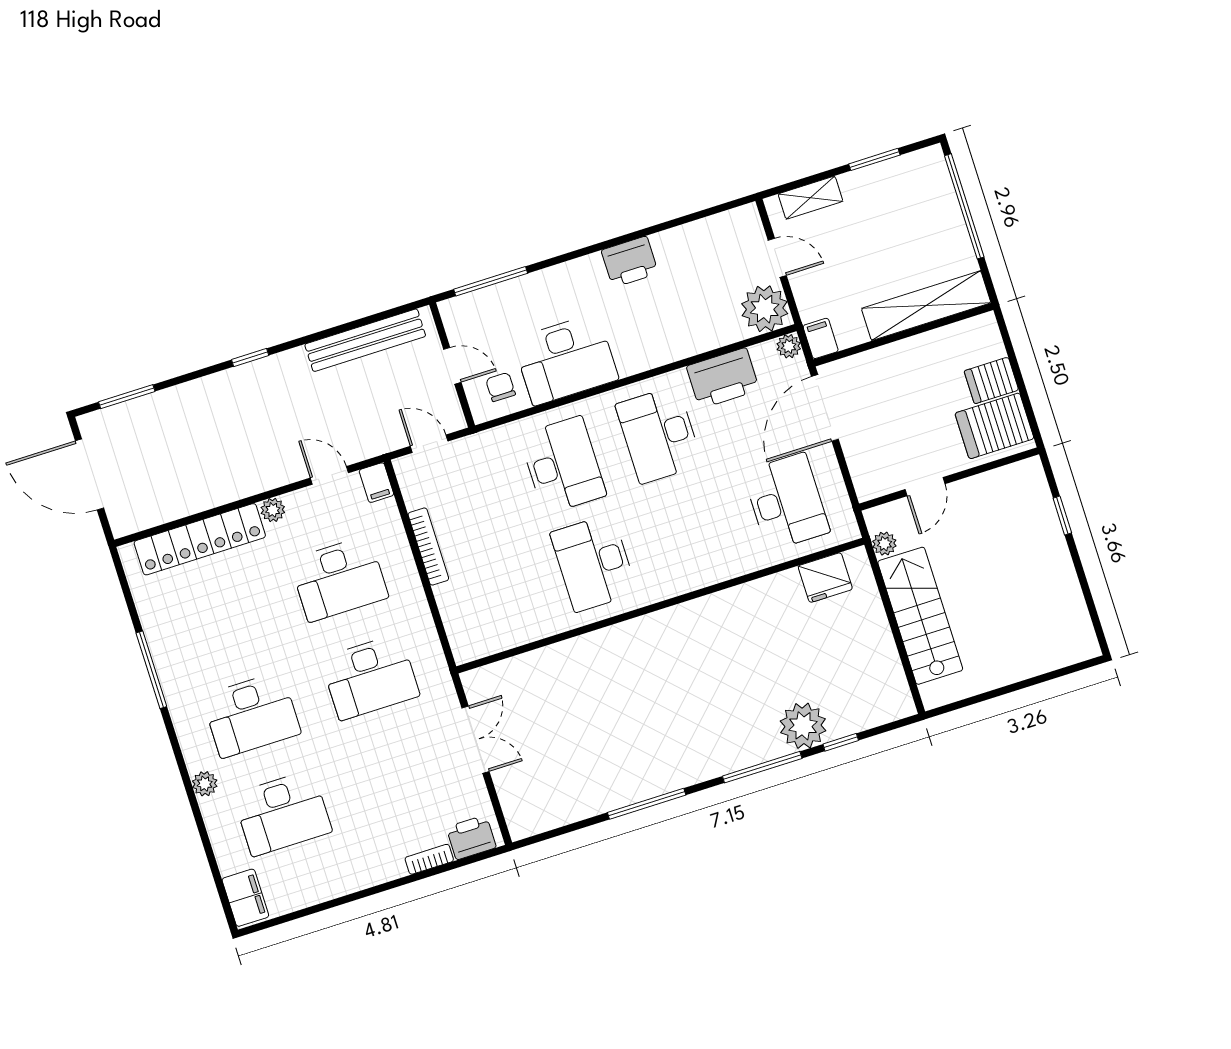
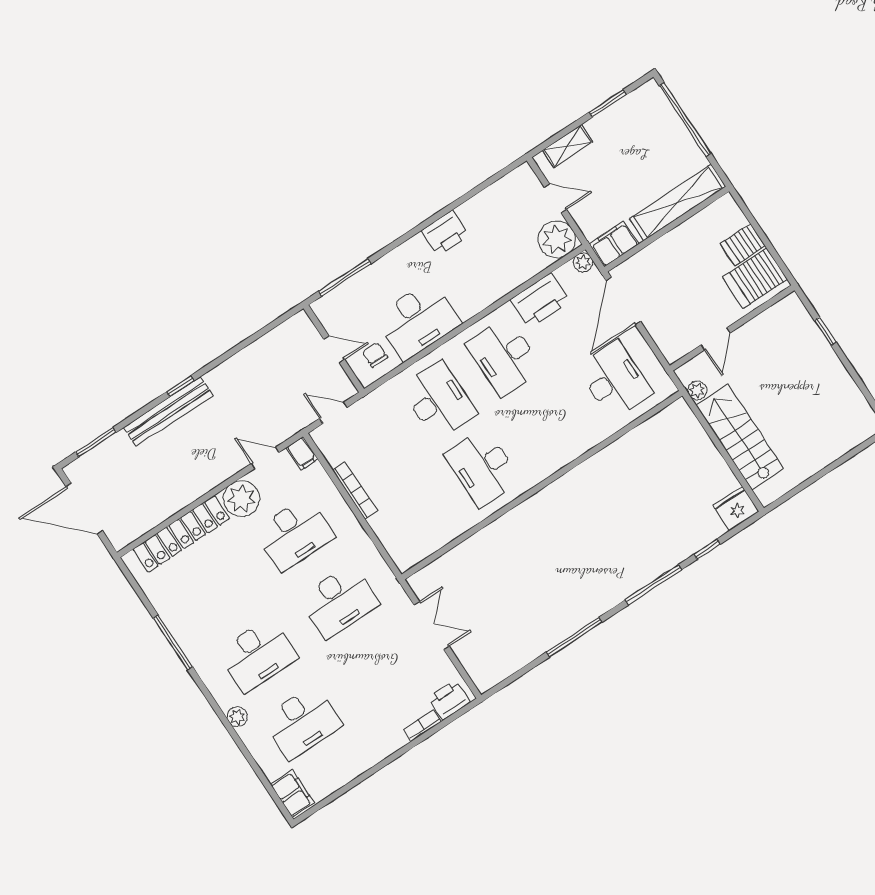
filing cabinet: (821, 338) -> (614, 244), width x2.00
bench: (365, 340) -> (168, 411), moved
plant: (273, 510) -> (241, 499), width x1.87, depth x1.87
fridge: (825, 578) -> (736, 508), moved, turned 180
plant: (803, 726) -> (675, 545), removed

